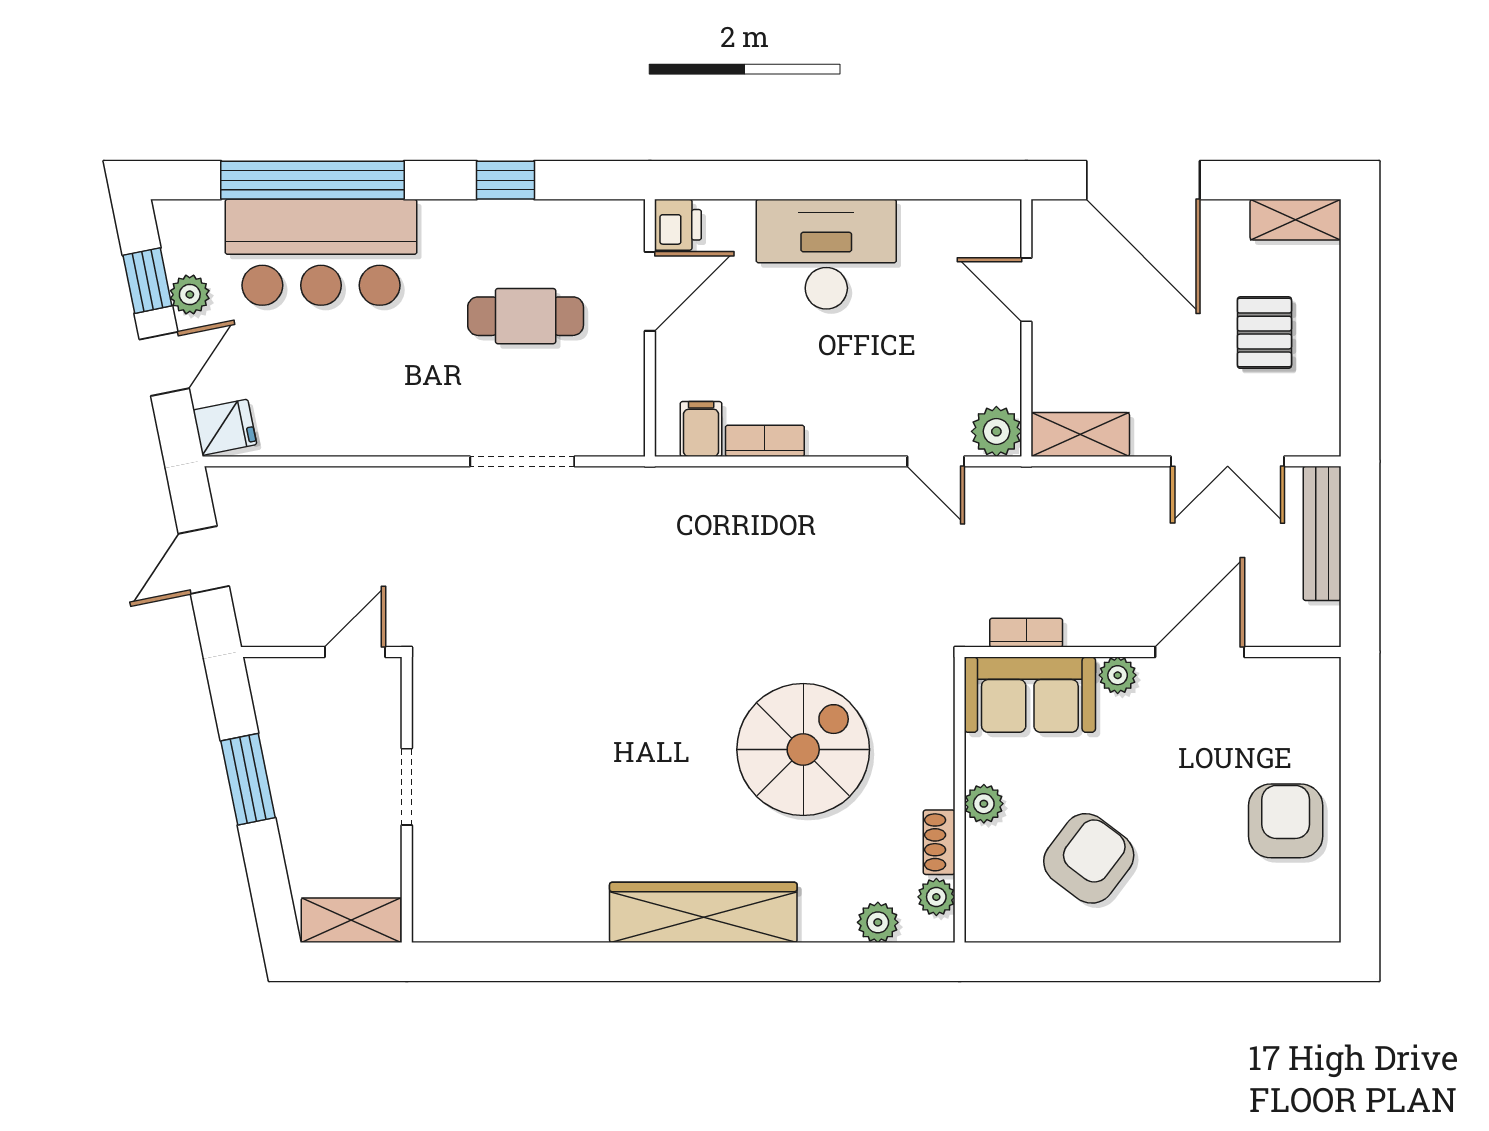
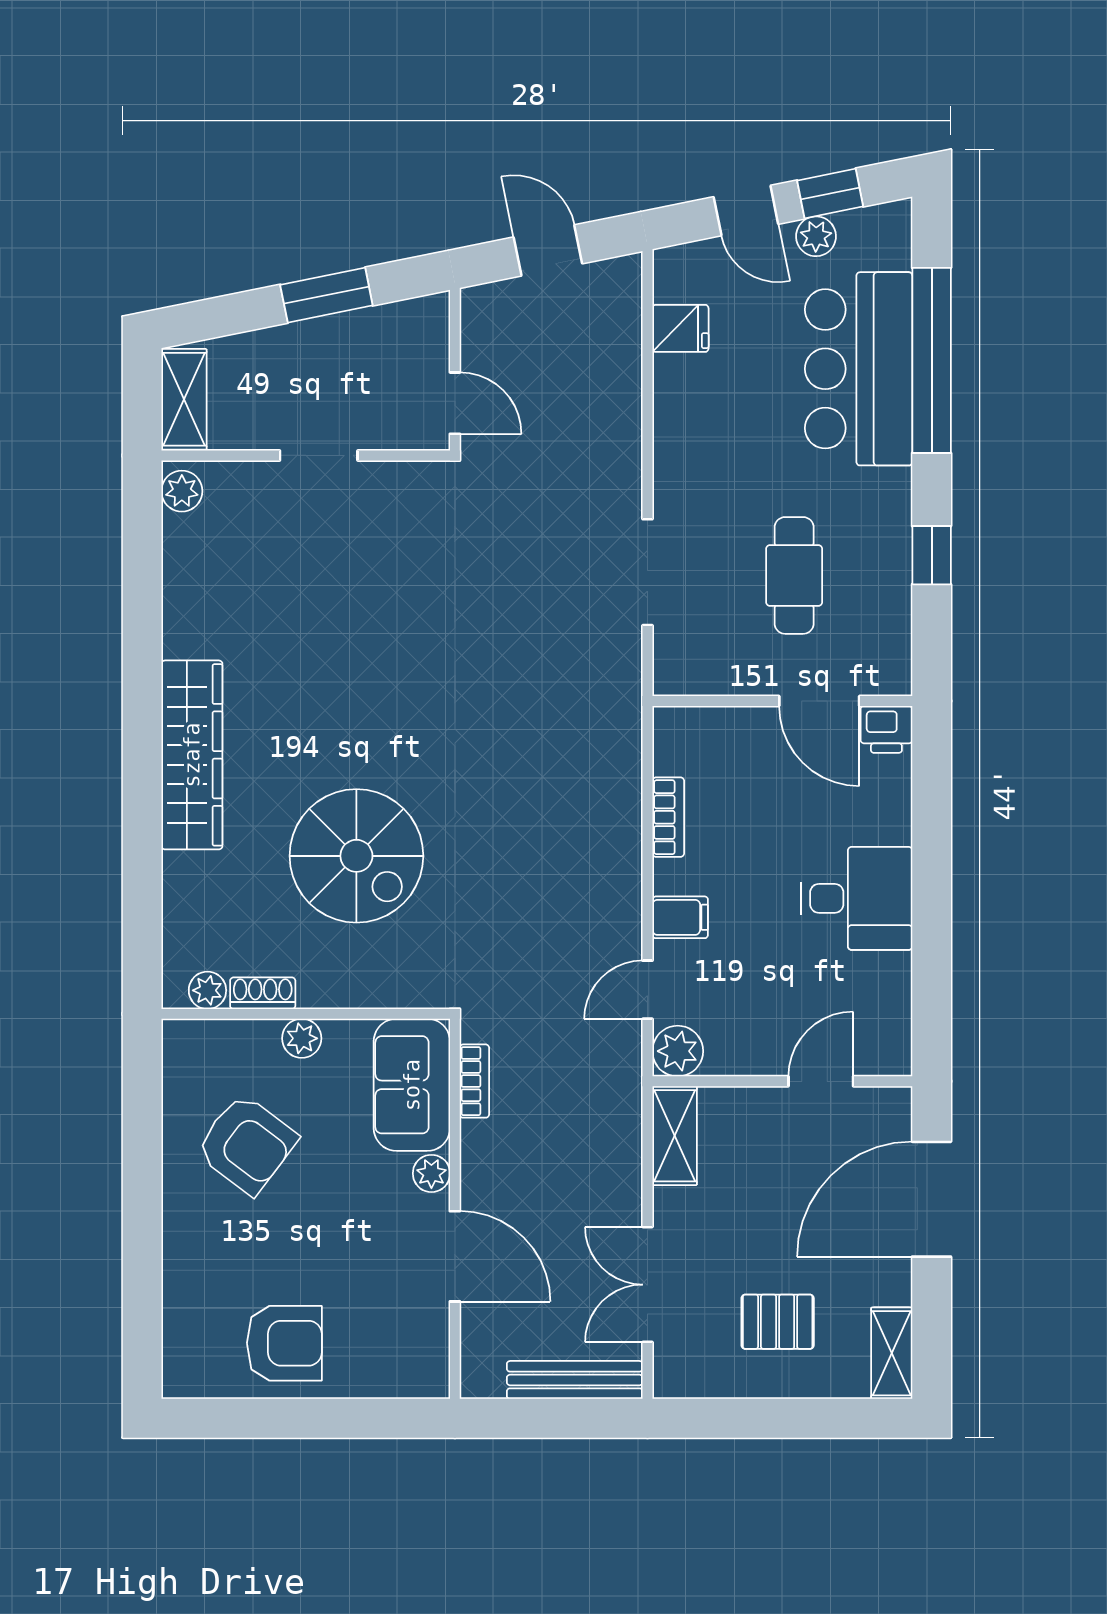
desk: (826, 254) -> (857, 898), width x0.73
fridge: (225, 427) -> (680, 328), moved, turned -79
filing cabinet: (701, 429) -> (680, 917), moved
plant: (878, 922) -> (182, 491), moved

